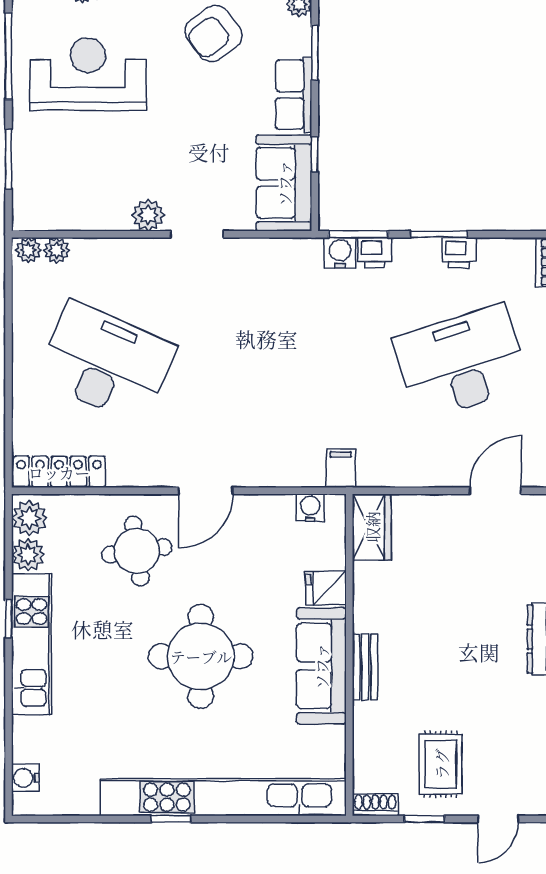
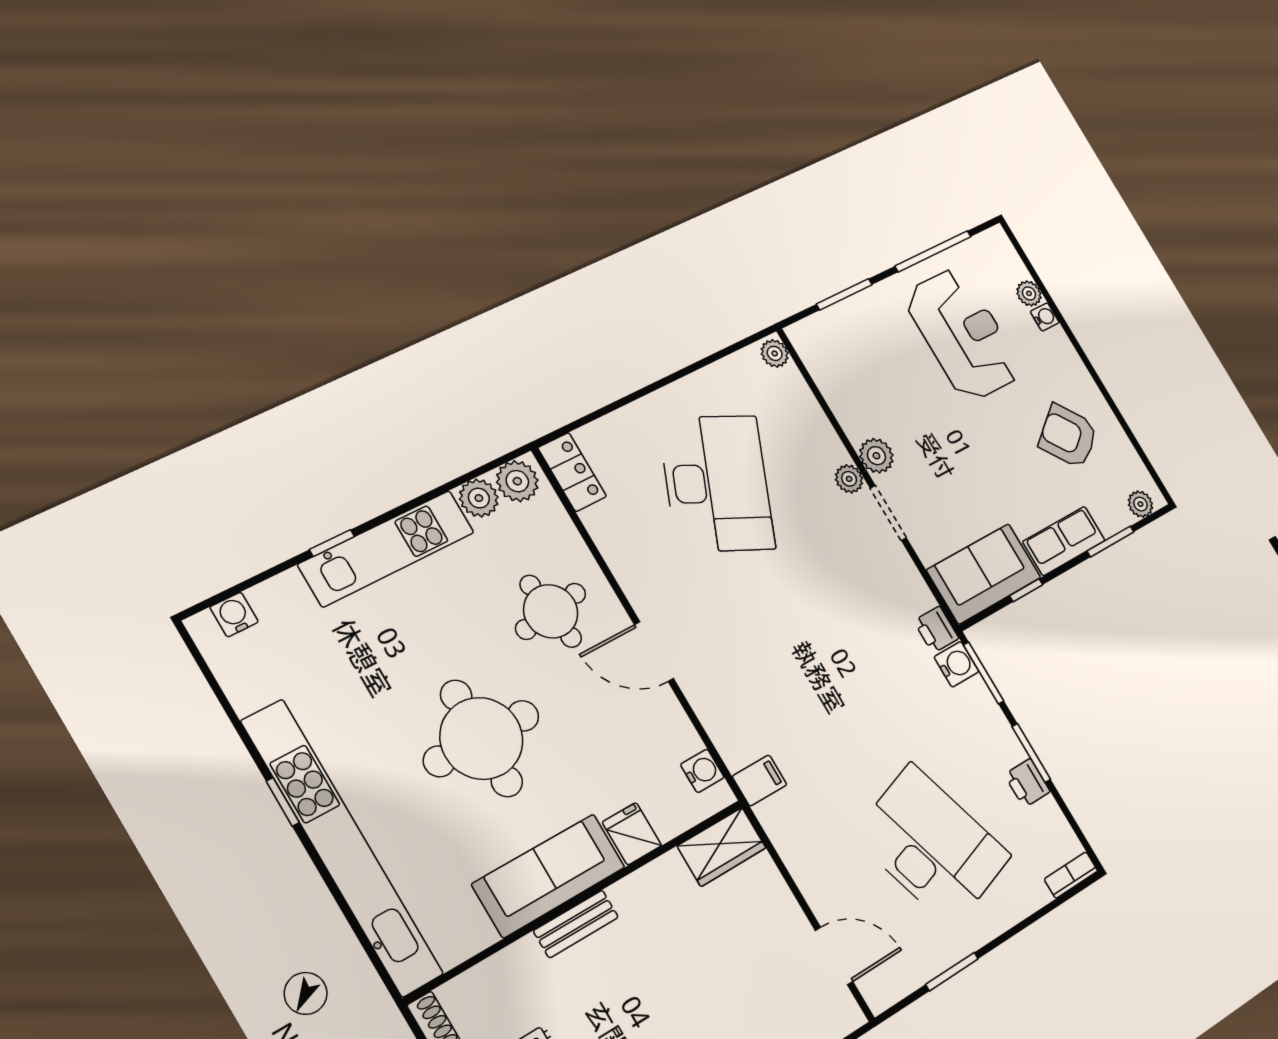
plant: (57, 250) -> (849, 479), moved
printer: (375, 253) -> (936, 630), moved
locker: (59, 472) -> (572, 472), width x0.66
window: (9, 619) -> (332, 543), moved

